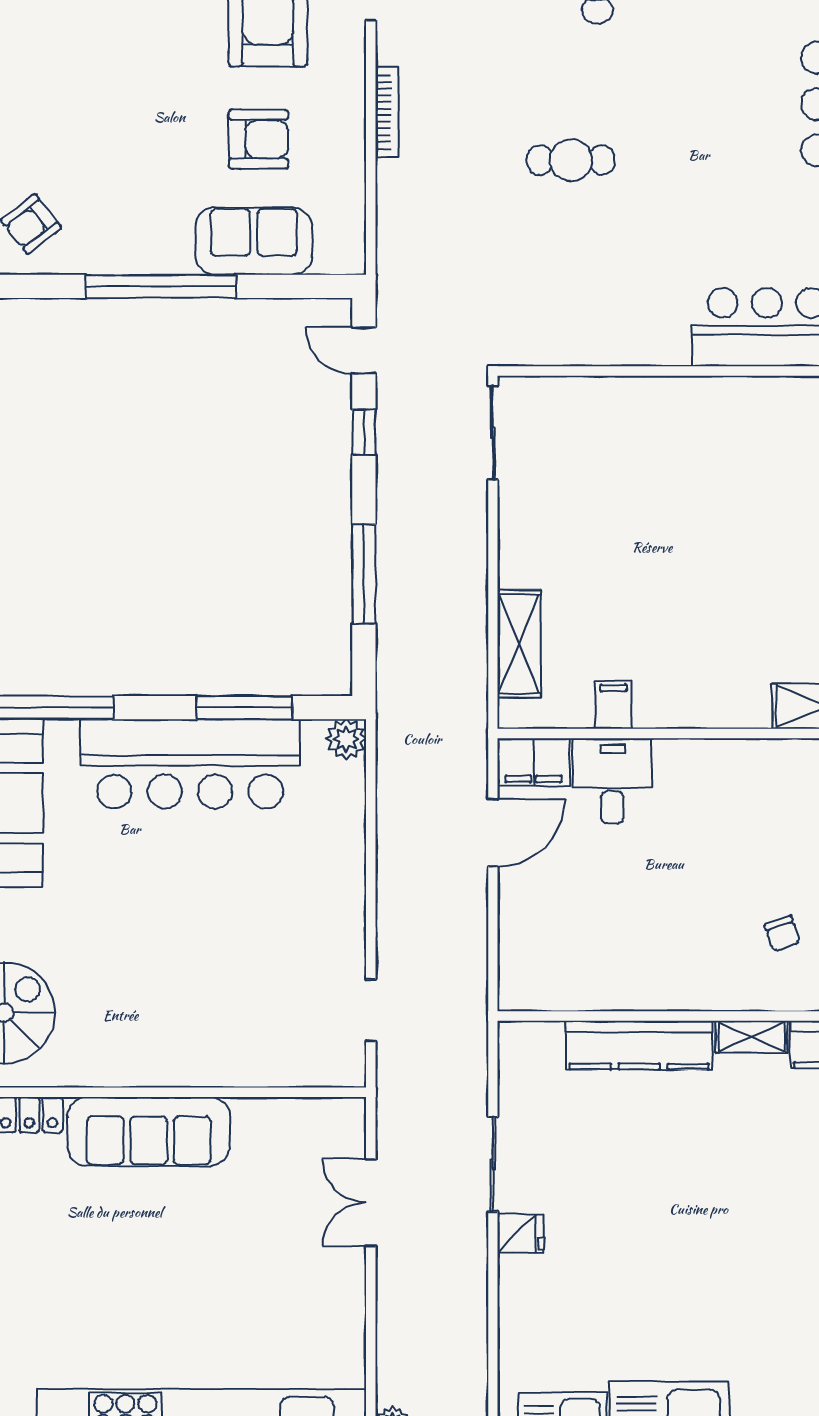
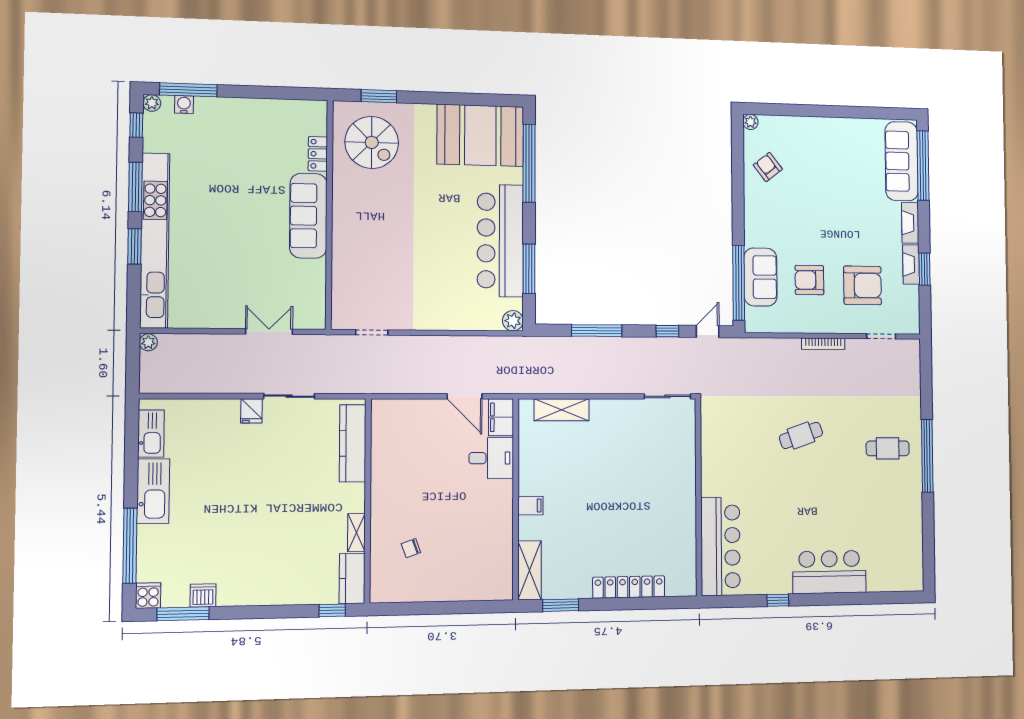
armchair: (258, 139) -> (809, 280), turned 90
cafe table: (571, 160) -> (801, 435), turned 71
window: (161, 286) -> (739, 283), moved
filing cabinet: (613, 705) -> (530, 506), moved
kitchen counter: (639, 1045) -> (353, 443), moved

